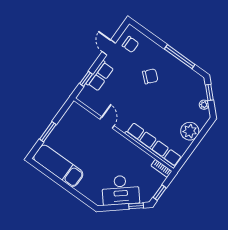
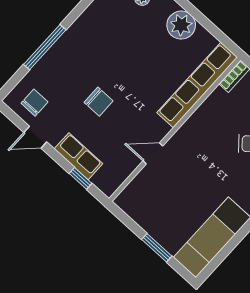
window: (180, 57) -> (45, 47), moved
chair: (150, 76) -> (99, 102), moved, turned 139

